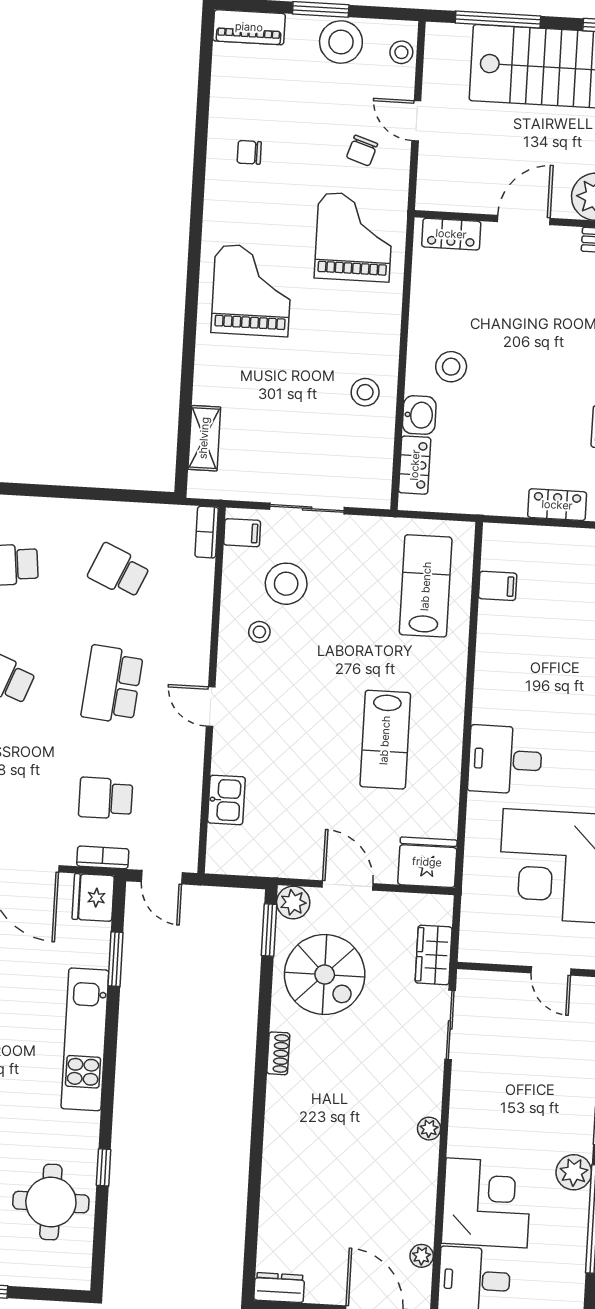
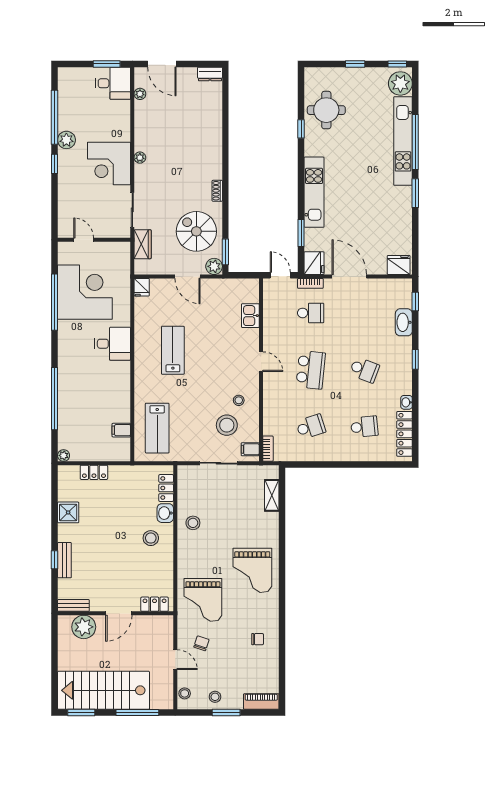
stool: (341, 42) -> (215, 697), width x0.53, depth x0.53
school desk: (119, 571) -> (311, 427), turned -42
fridge: (427, 862) -> (142, 287), width x0.53, depth x0.75
corner desk: (486, 1203) -> (109, 163), moved

